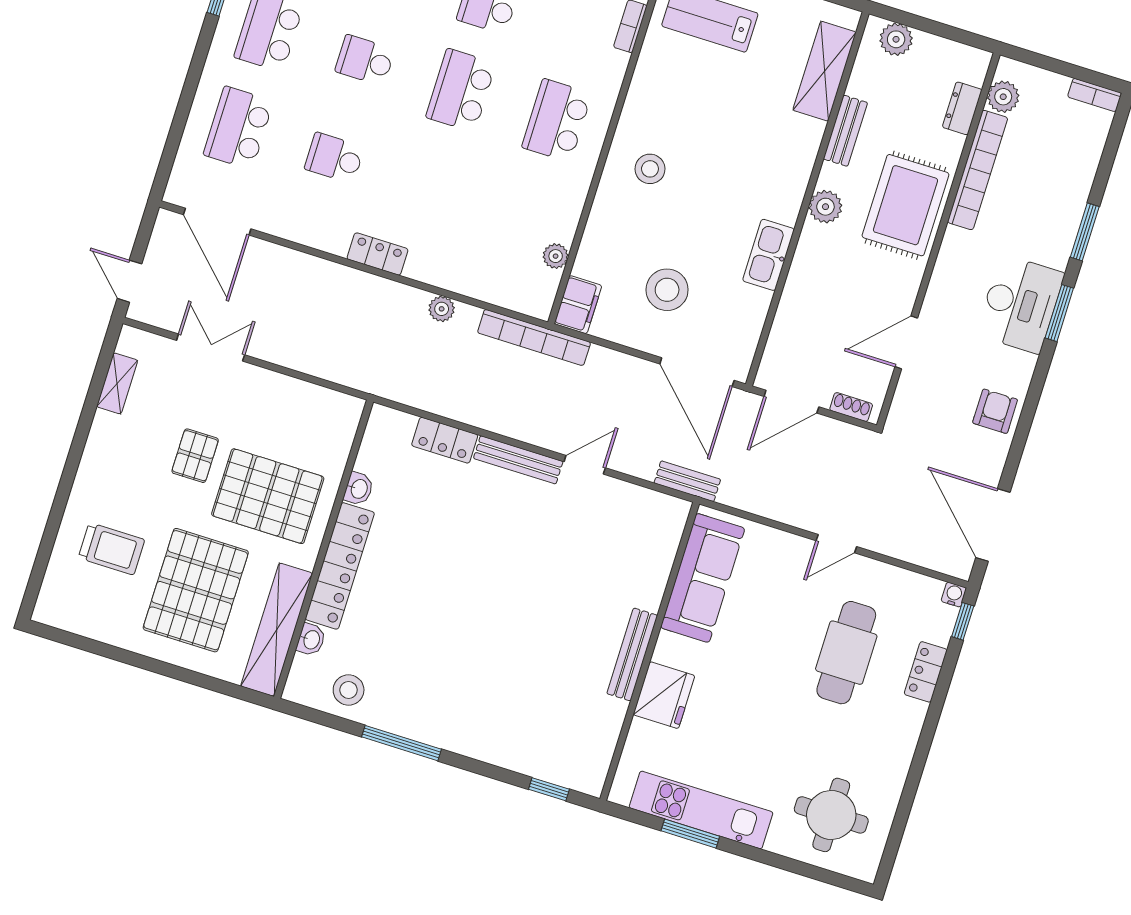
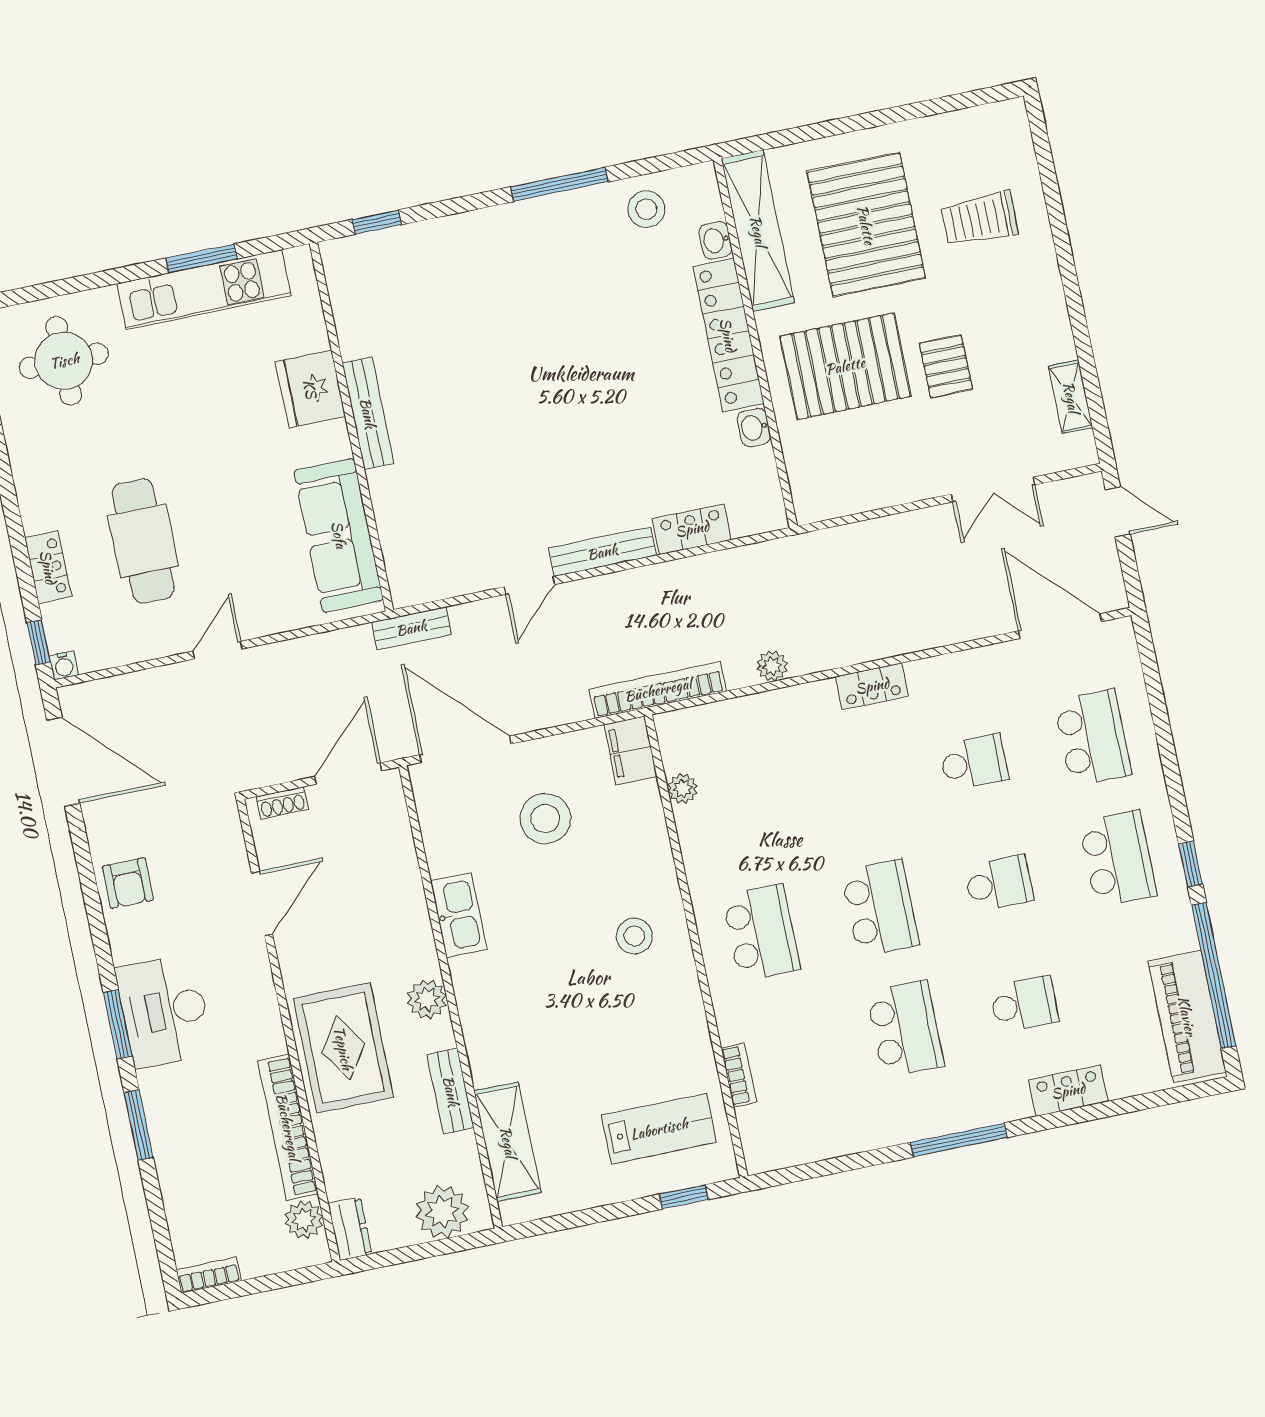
plant: (896, 39) -> (442, 1212), width x1.36, depth x1.36
dresser: (962, 108) -> (350, 1229), moved

